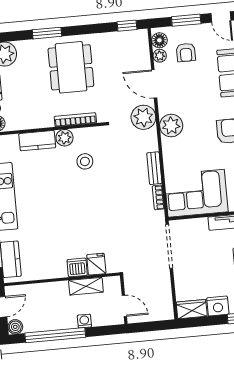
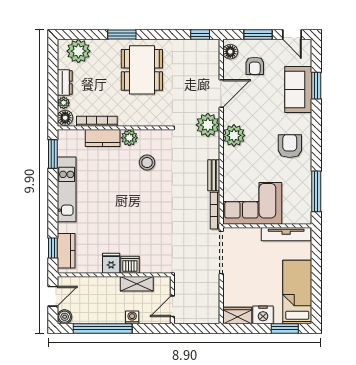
plant: (160, 56) -> (229, 67), removed
door: (154, 84) -> (221, 94), swing flipped
bookcase: (75, 120) -> (97, 121), moved
bookcase: (158, 197) -> (215, 211), width x1.56
fridge: (96, 264) -> (111, 263), moved
door: (124, 306) -> (172, 306), swing flipped

